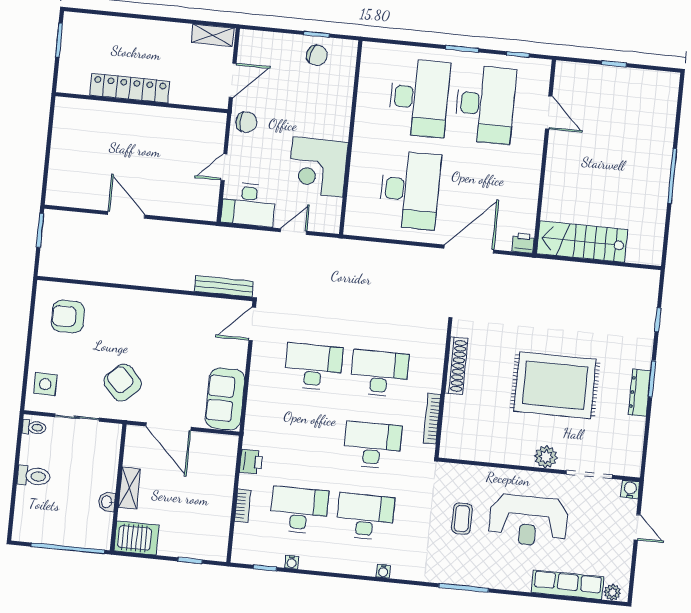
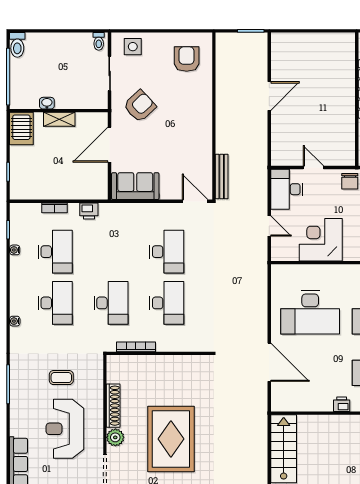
printer: (523, 243) -> (342, 404), moved, turned -90
shoe rack: (456, 366) -> (113, 406), moved, turned -90
toilet: (34, 476) -> (17, 45), moved

